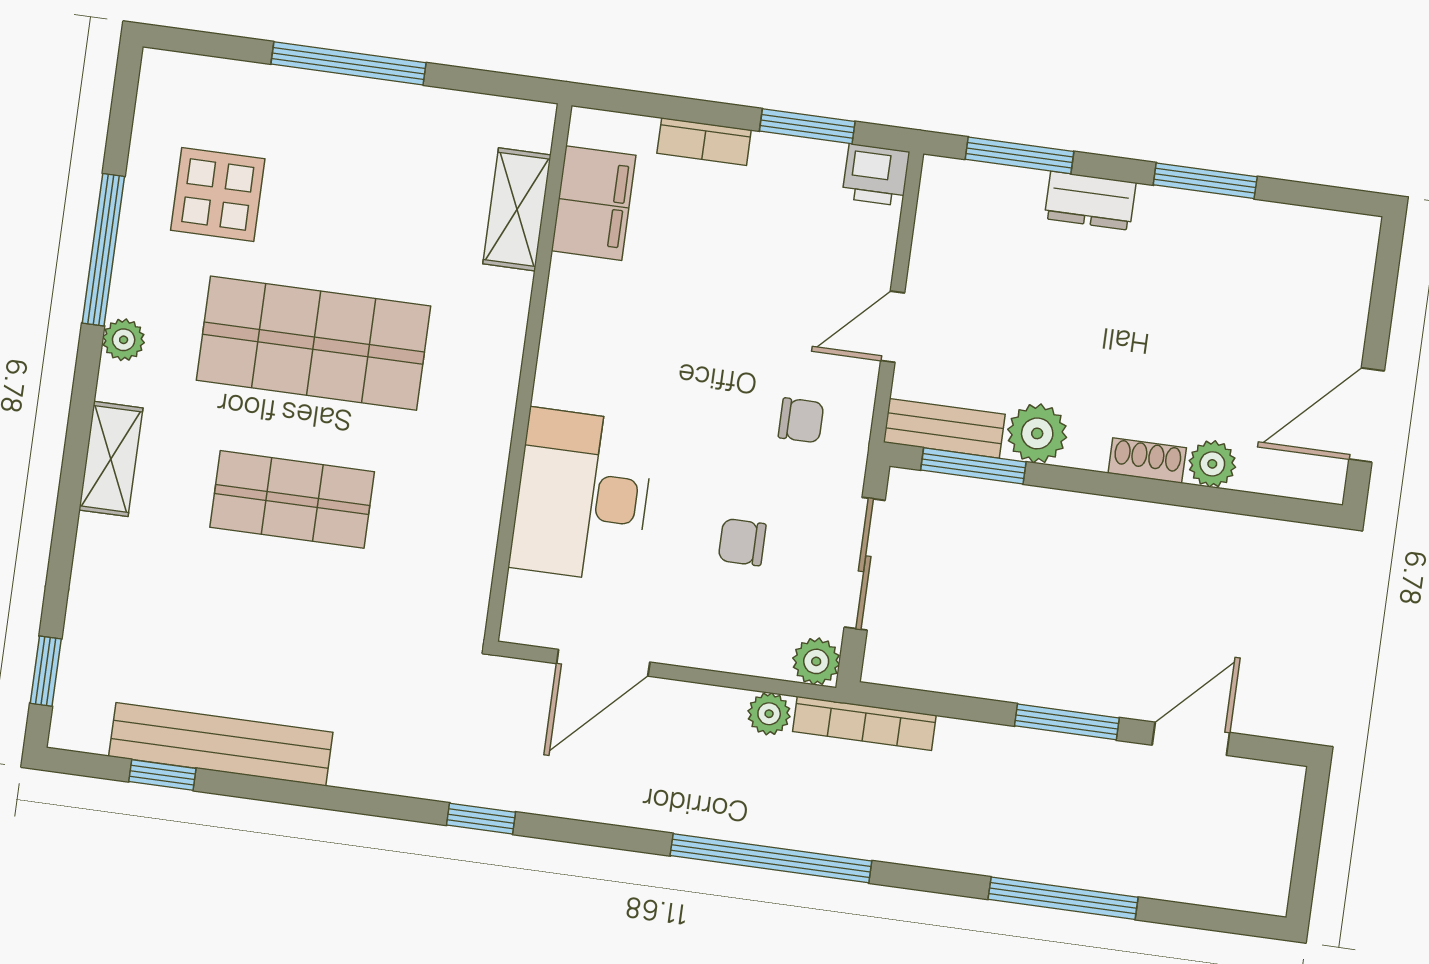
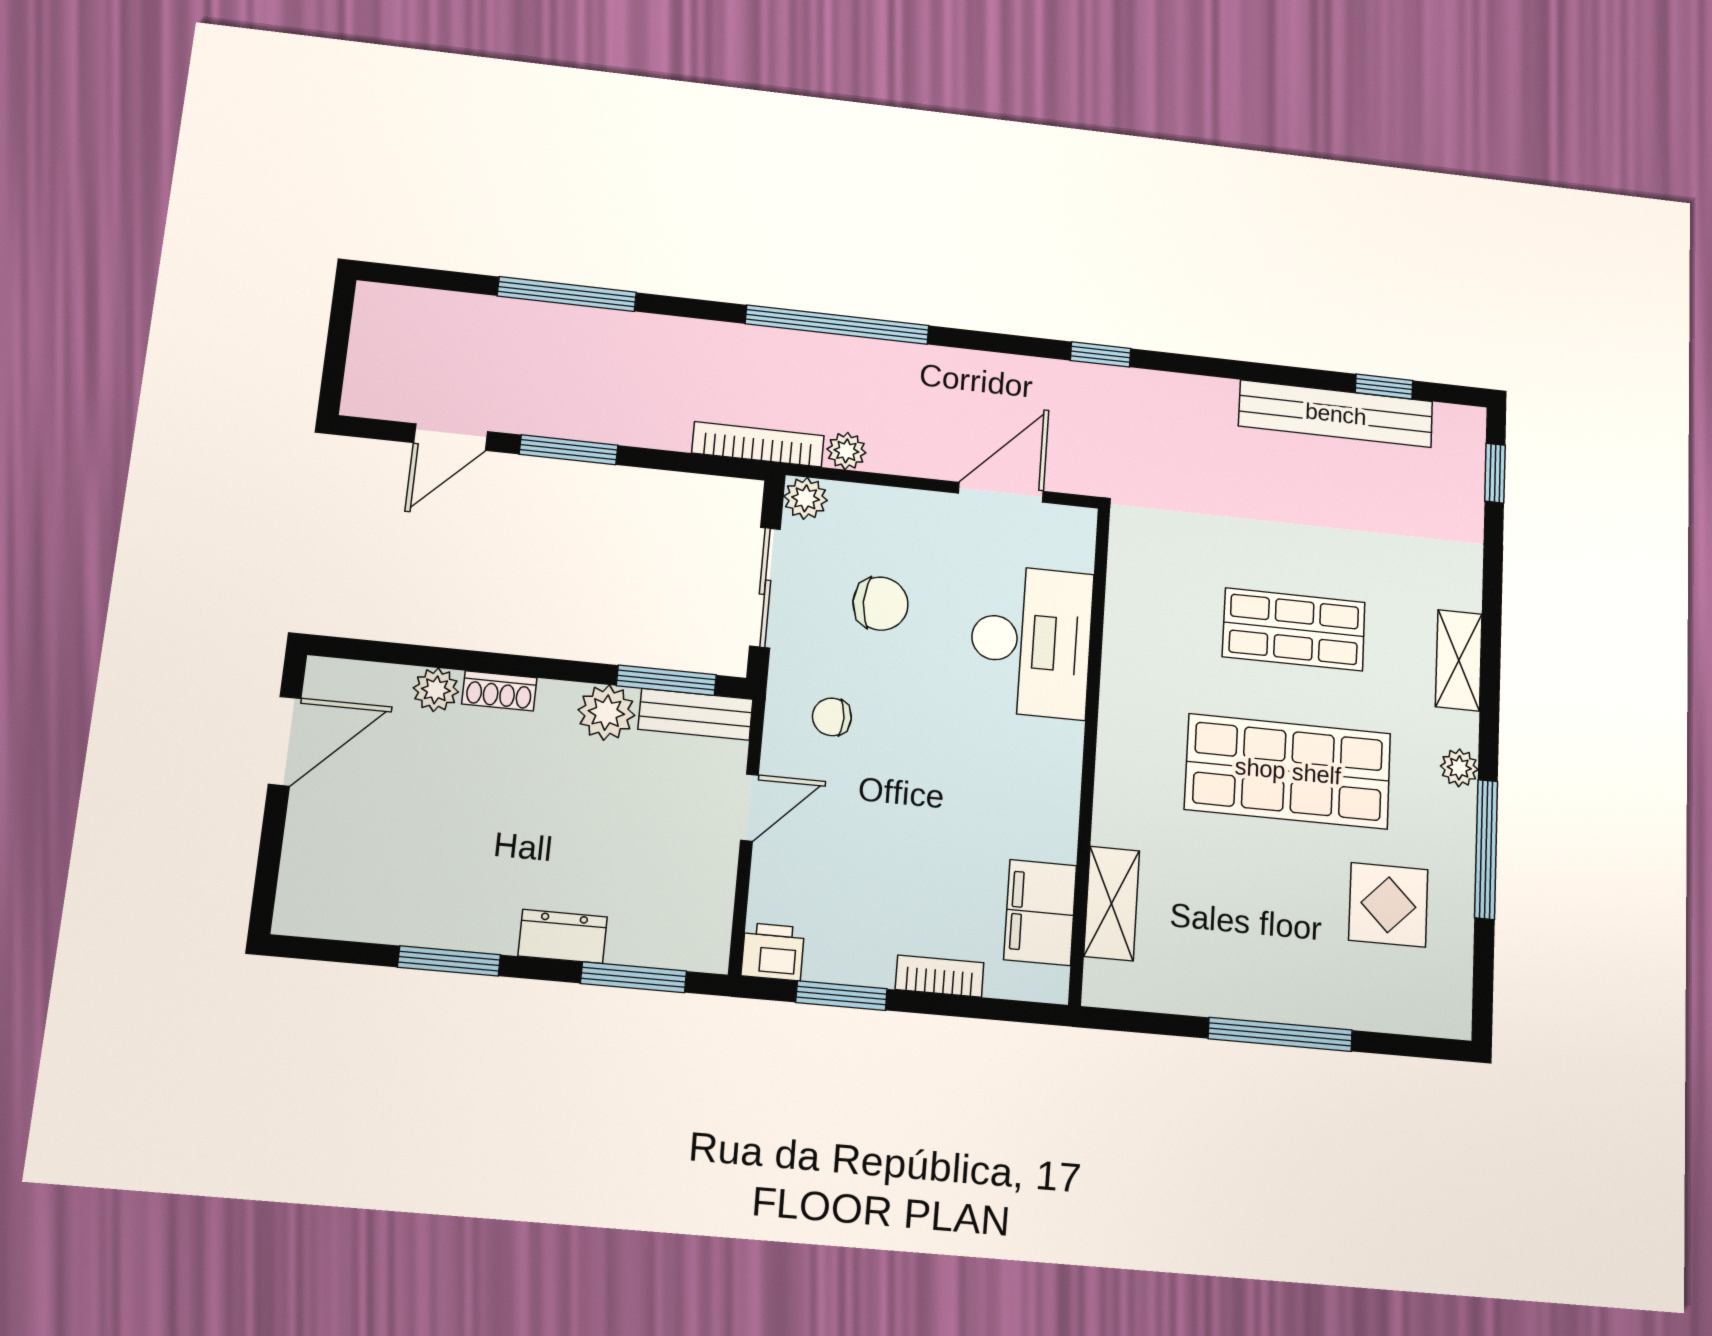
chair: (742, 542) -> (880, 604), width x1.37, depth x1.37

